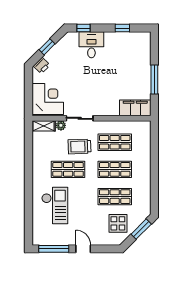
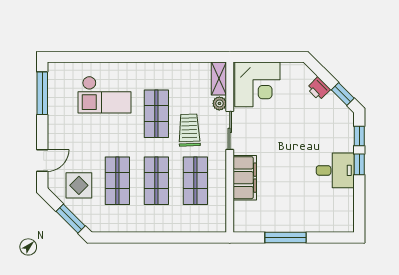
window: (122, 28) -> (359, 164), moved
desk: (91, 45) -> (335, 170), moved
window: (47, 47) -> (343, 94), moved
printer: (42, 66) -> (318, 89), moved
filing cabinet: (135, 108) -> (245, 178), moved
door: (83, 249) -> (42, 160), moved

